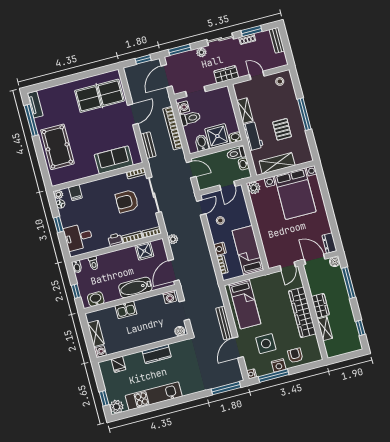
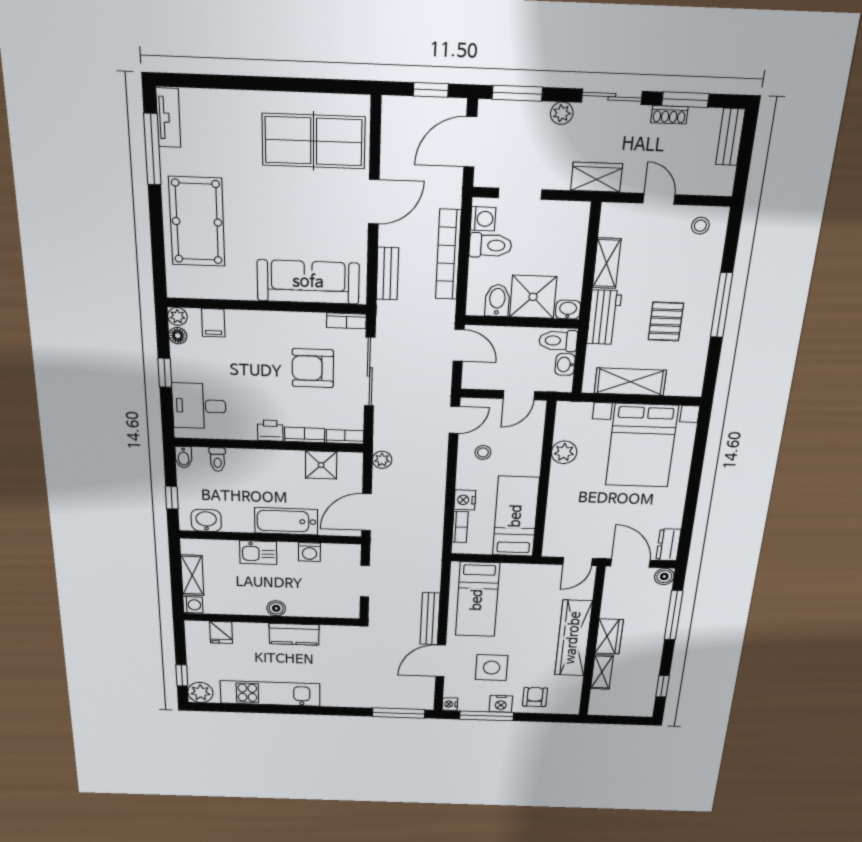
sofa: (114, 160) -> (308, 282), width x1.36
plant: (254, 188) -> (564, 452), moved
washing machine: (170, 297) -> (309, 552), moved
boiler: (180, 331) -> (276, 608), moved

